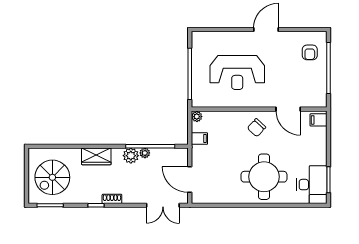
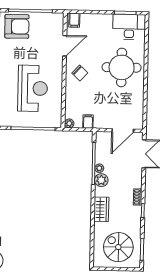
armchair: (310, 52) -> (17, 26), width x1.88, depth x1.88
spiral stairs: (52, 177) -> (118, 247), turned 180

